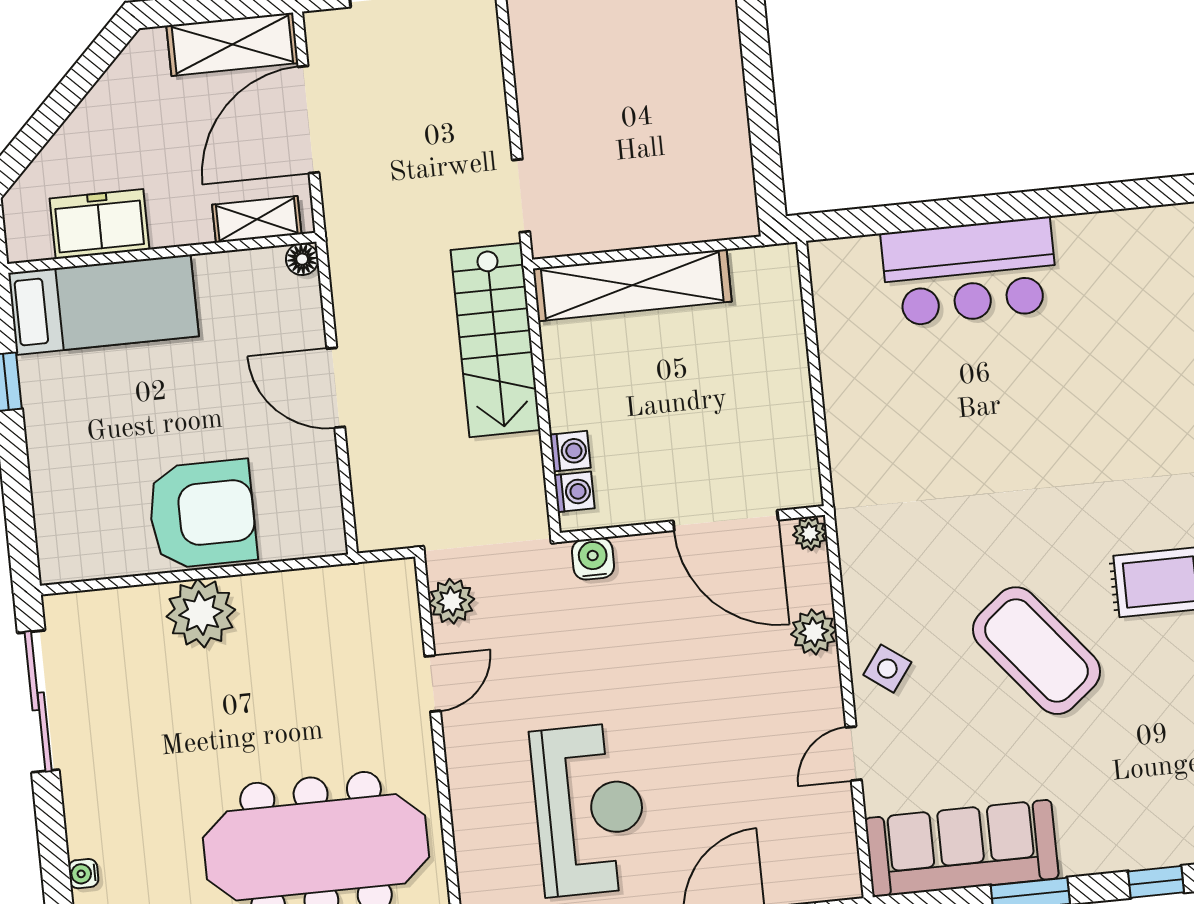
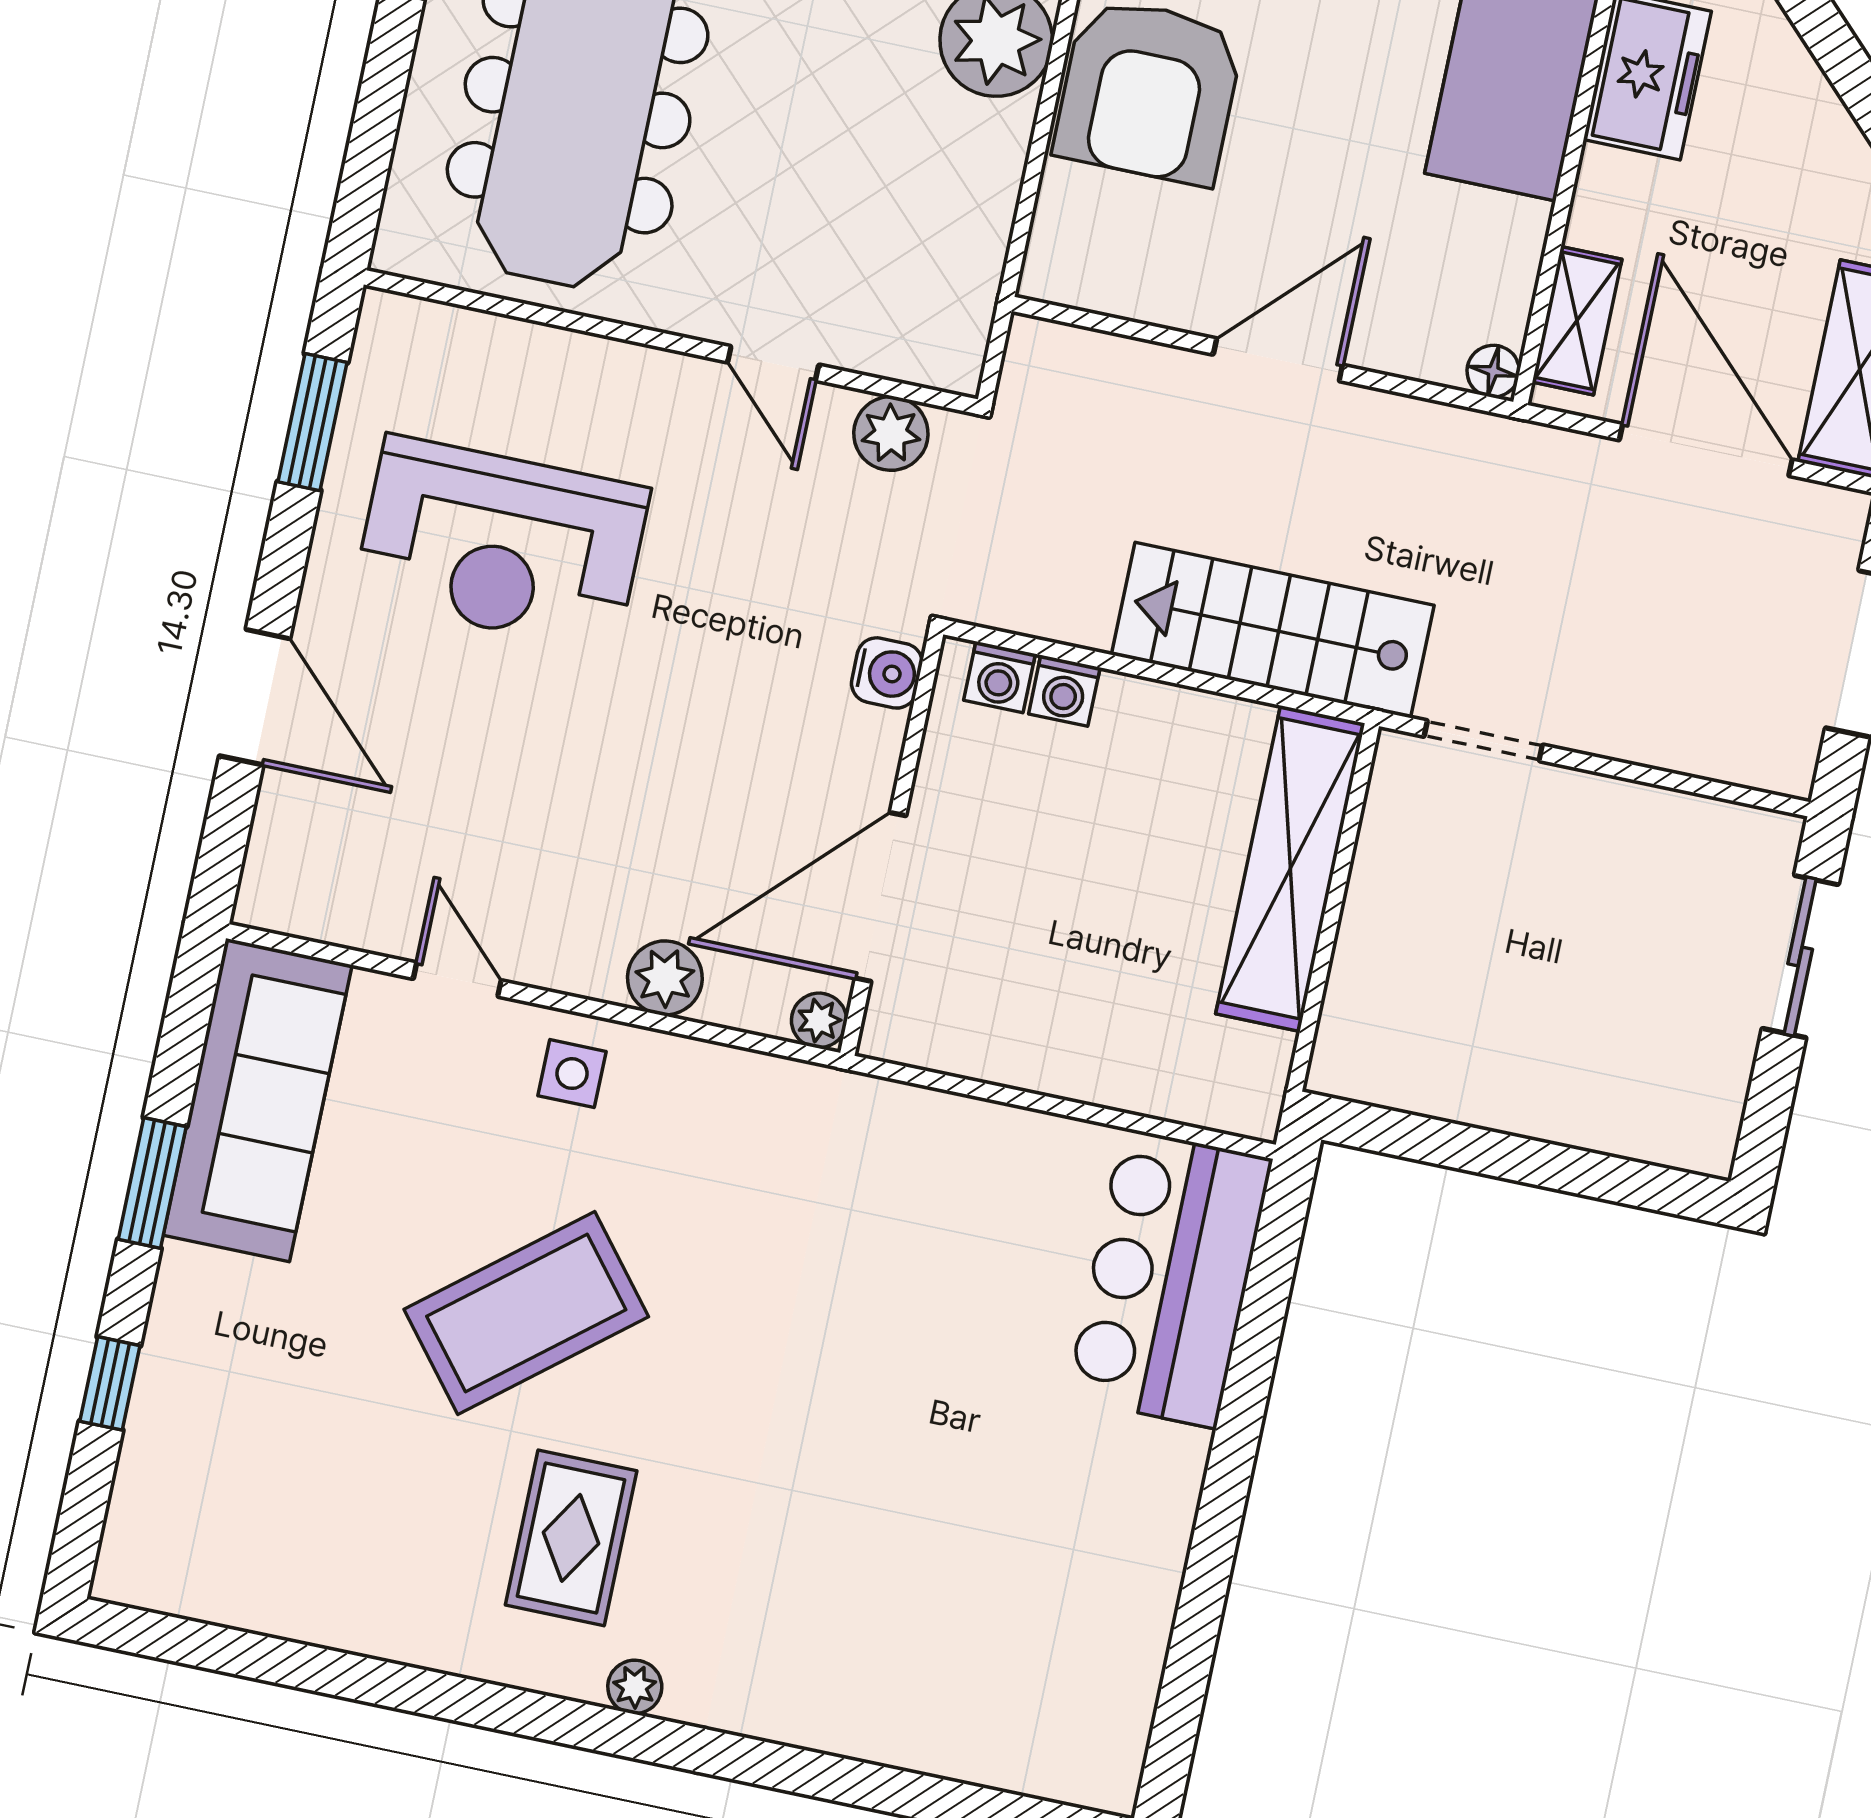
bar counter: (970, 272) -> (1169, 1278), moved
side table: (887, 669) -> (572, 1074), turned -36

